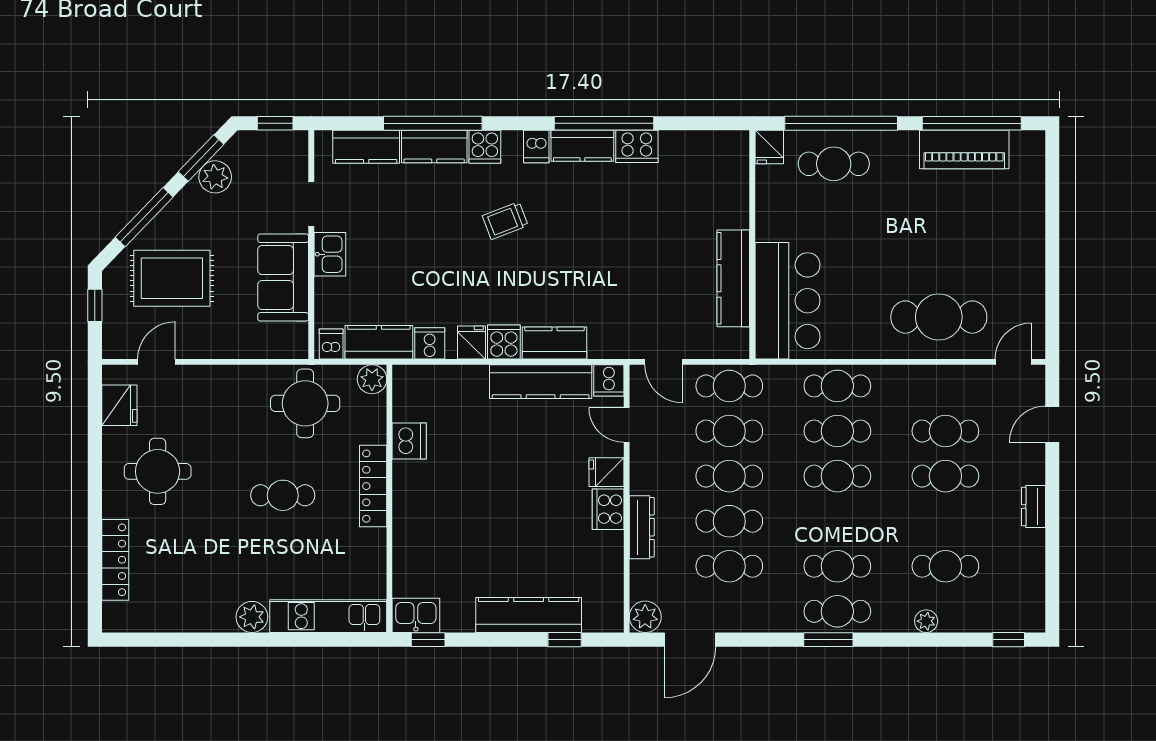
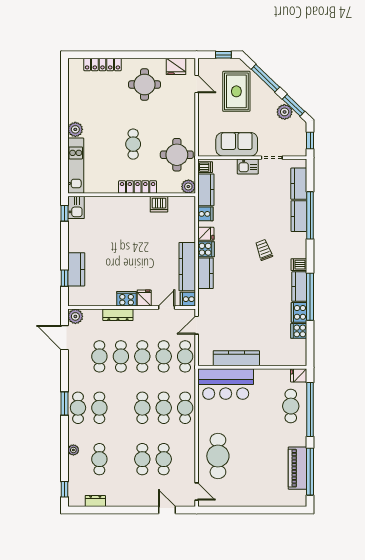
cooker: (485, 147) -> (299, 331), moved
dresser: (1033, 507) -> (95, 501), moved
kitchen counter: (529, 615) -> (76, 269), width x0.67

